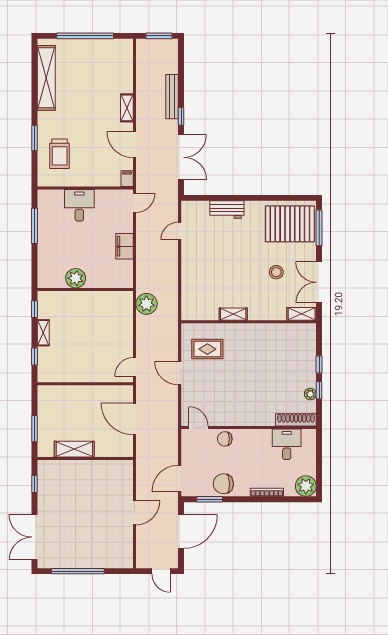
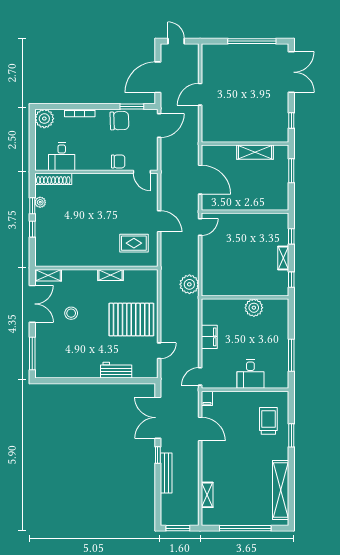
shelving: (127, 108) -> (207, 495), moved
pallet: (290, 224) -> (131, 320), moved

